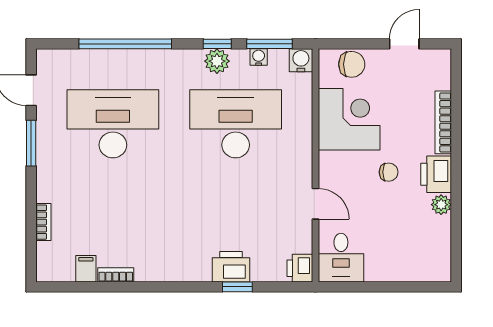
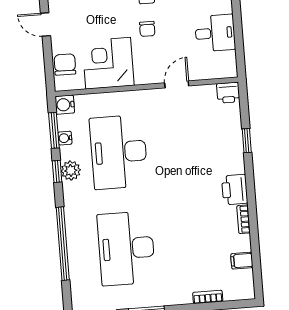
chair: (389, 172) -> (147, 29), turned 180
desk: (341, 258) -> (215, 33), moved
printer: (231, 267) -> (235, 190), moved
bookcase: (116, 275) -> (243, 219), moved

